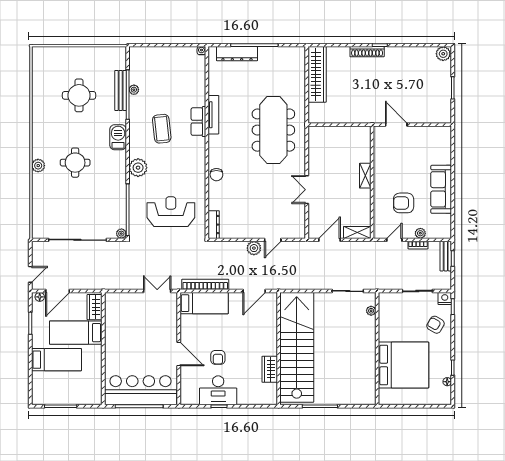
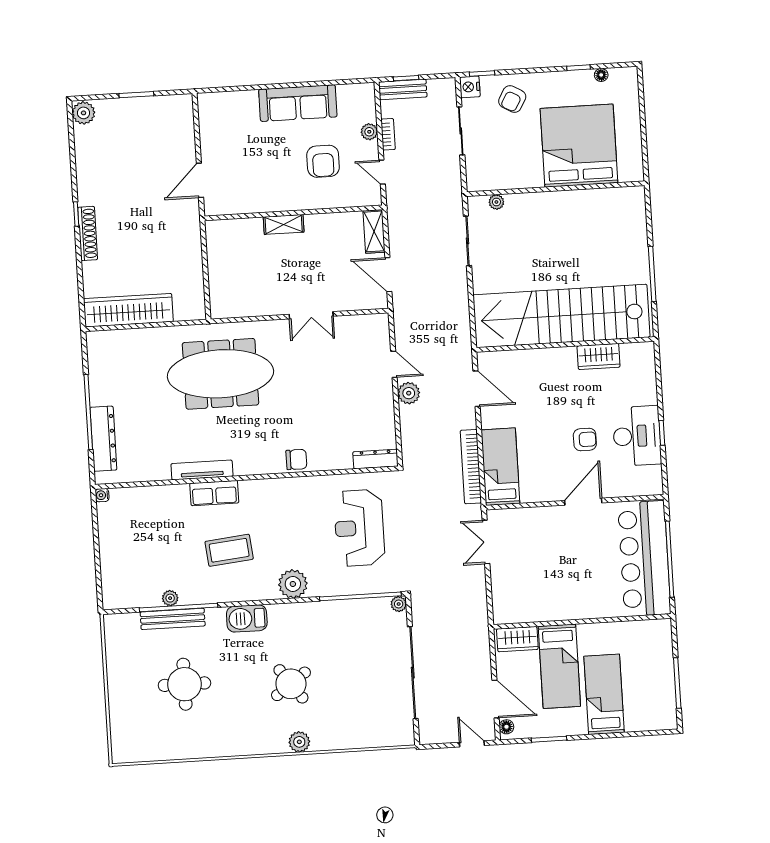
round table: (75, 163) -> (291, 684), turned -36

